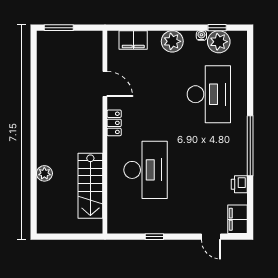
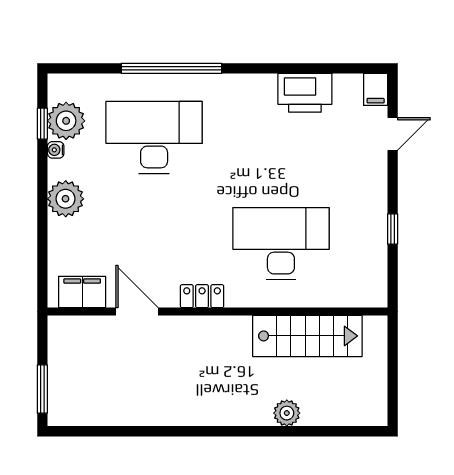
filing cabinet: (133, 40) -> (82, 292), moved, turned -90
door: (105, 84) -> (137, 312), hinge flipped
window: (250, 146) -> (171, 68), moved
printer: (239, 184) -> (305, 93), width x1.87, depth x1.48
filing cabinet: (238, 219) -> (376, 89), width x0.50

